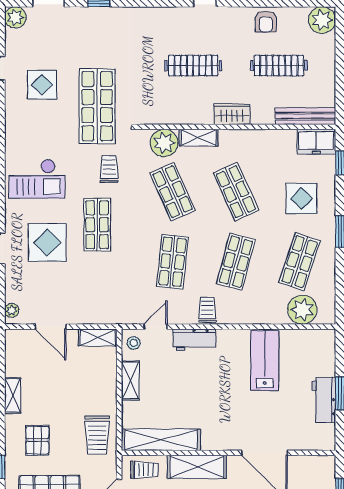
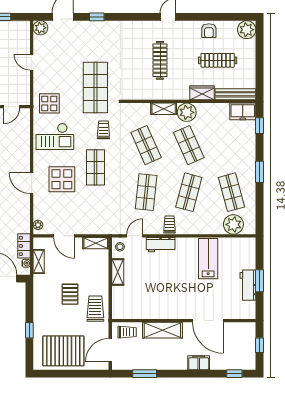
clothes rail: (193, 66) -> (160, 60), turned 90
display table: (42, 85) -> (49, 103), moved
wardrobe: (232, 114) -> (202, 93), moved
plant: (164, 143) -> (187, 112), moved
display table: (301, 199) -> (233, 150), removed
shop shelf: (300, 262) -> (232, 192), turned -33
shelving: (13, 395) -> (39, 261), moved
trolley: (97, 435) -> (95, 309), turned 180
pallet: (37, 440) -> (70, 294), moved
shelving: (161, 440) -> (138, 312), removed

